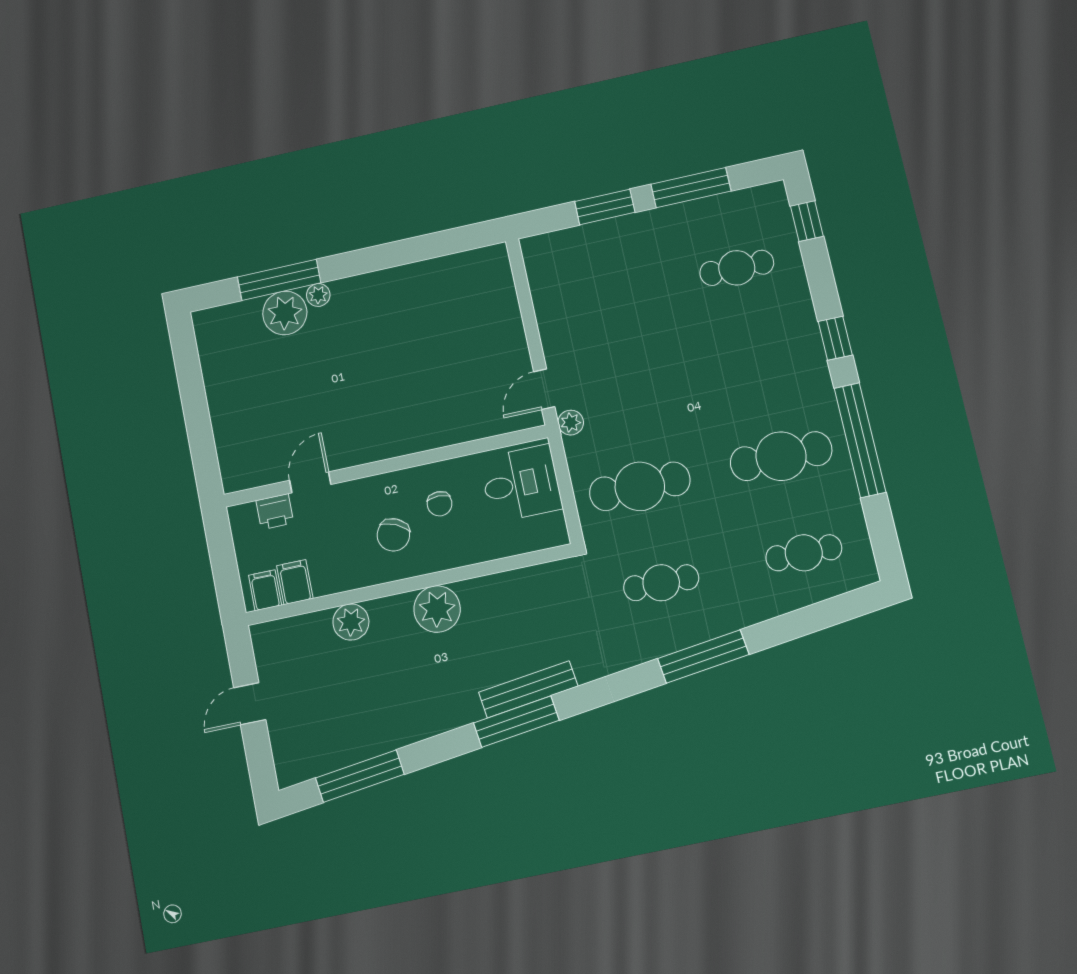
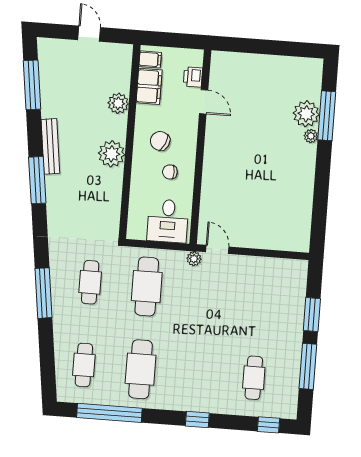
window: (860, 440) -> (109, 413), moved
filing cabinet: (295, 582) -> (149, 86), width x2.00
bench: (528, 689) -> (50, 146), moved

